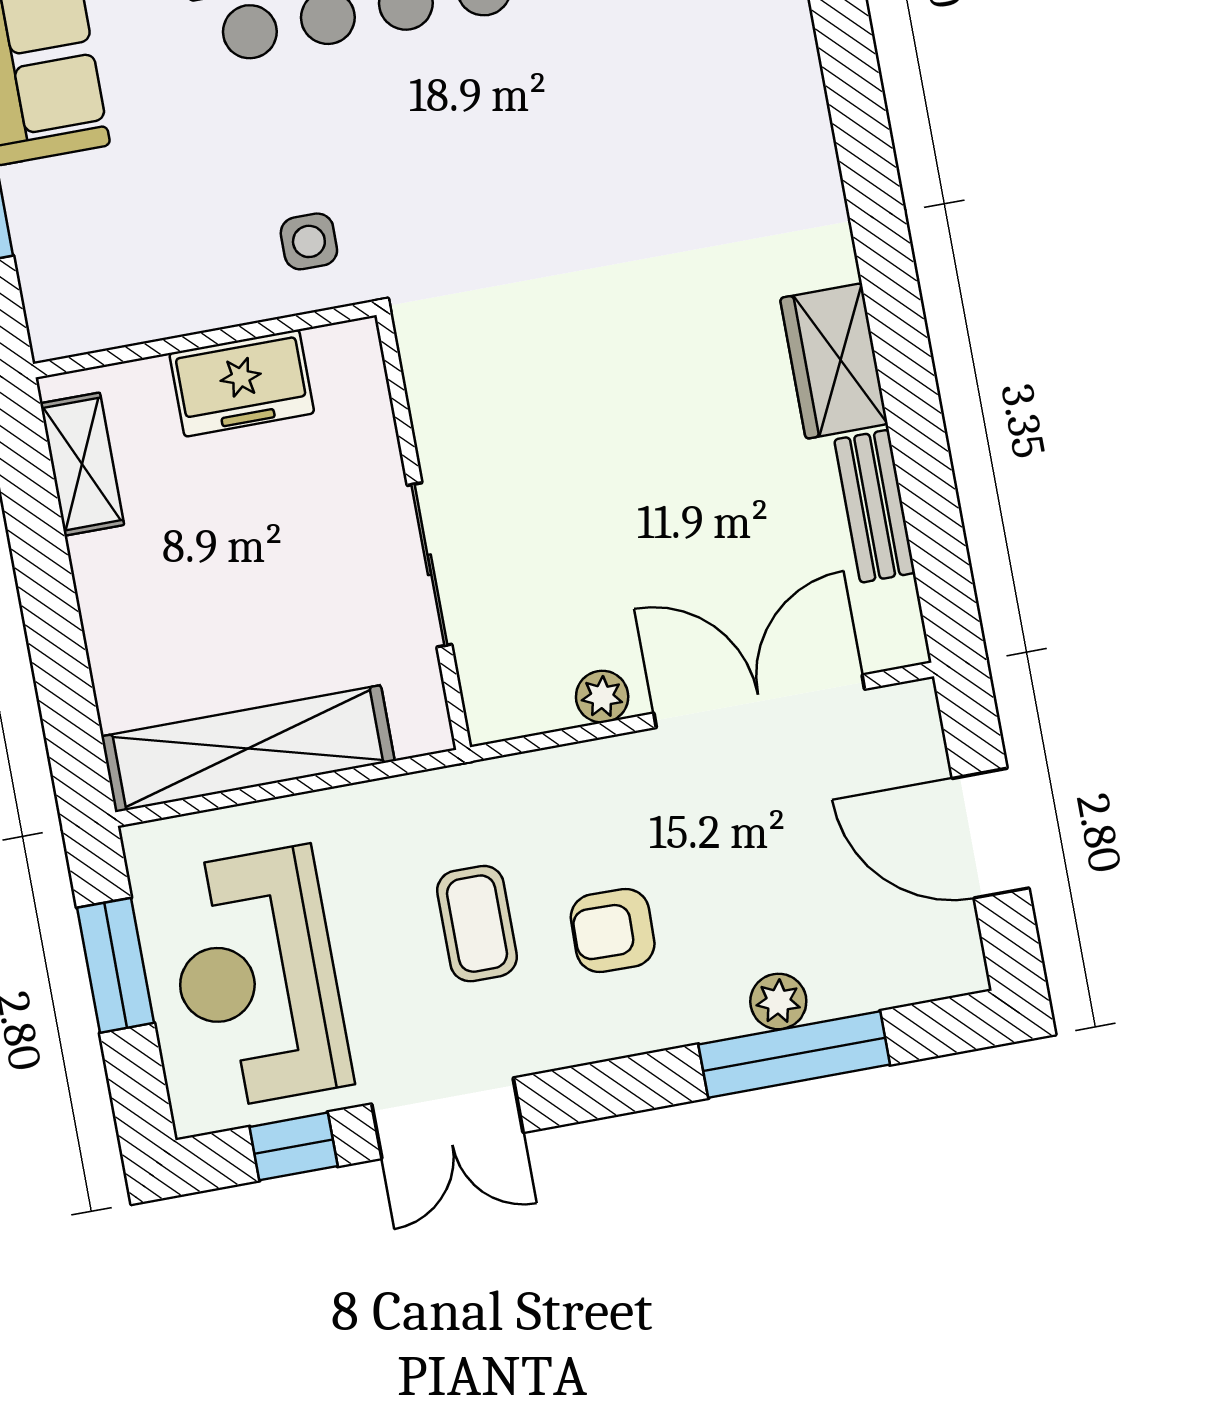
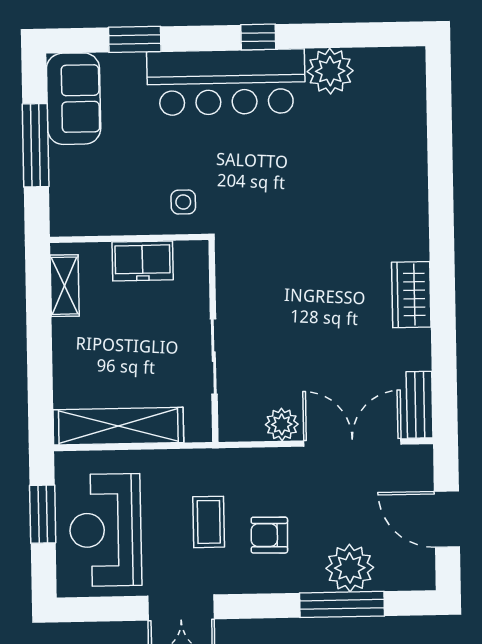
bench: (875, 506) -> (420, 405), moved
plant: (602, 697) -> (282, 424), width x1.38, depth x1.38
plant: (778, 1001) -> (350, 568), width x1.87, depth x1.87
window: (294, 1146) -> (110, 609), removed

